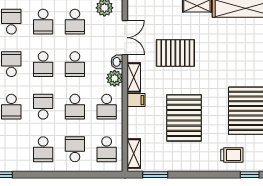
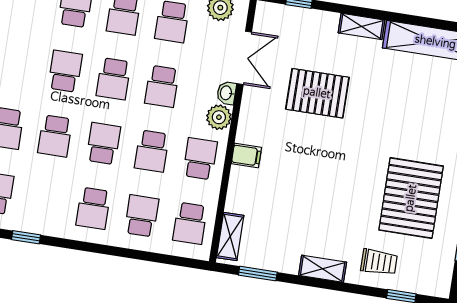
shelving: (134, 77) -> (323, 269), moved, turned 90
school desk: (107, 107) -> (200, 159), turned 180
pallet: (184, 118) -> (315, 194), removed

